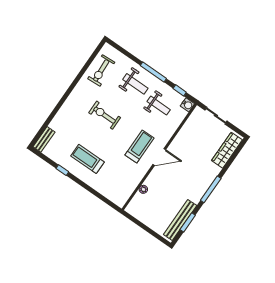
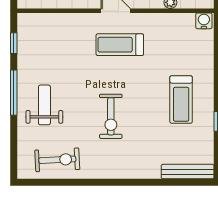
water cooler: (187, 105) -> (204, 21), moved
weight bench: (159, 106) -> (51, 57), removed
bench: (44, 139) -> (188, 172), width x1.36

